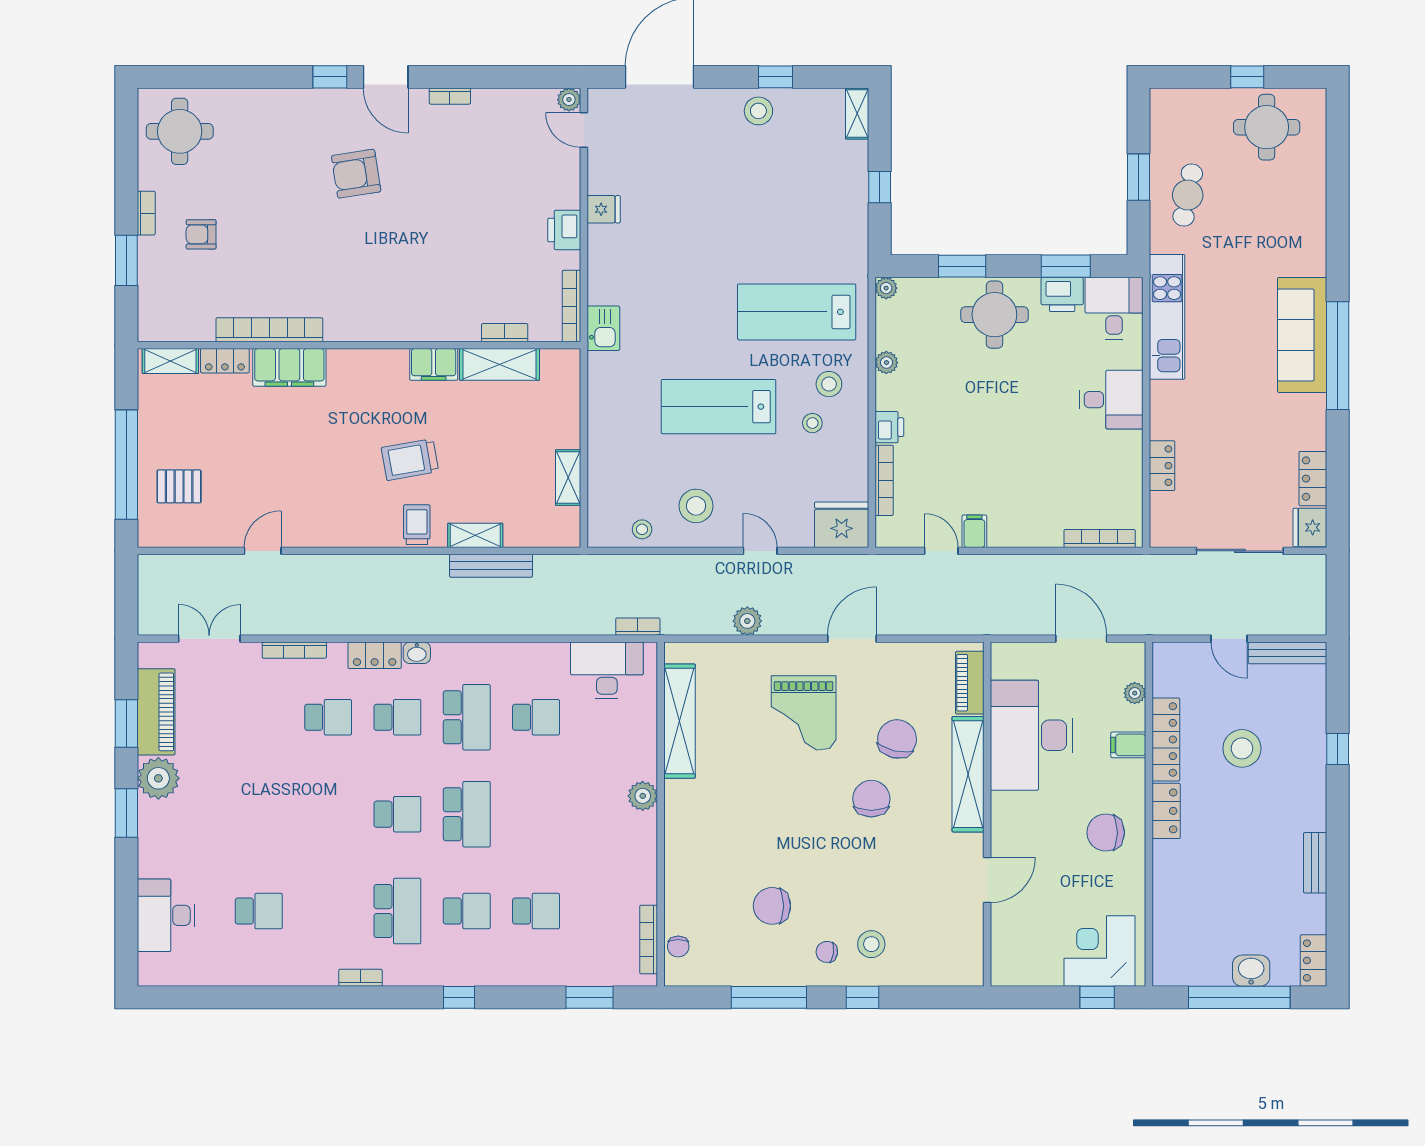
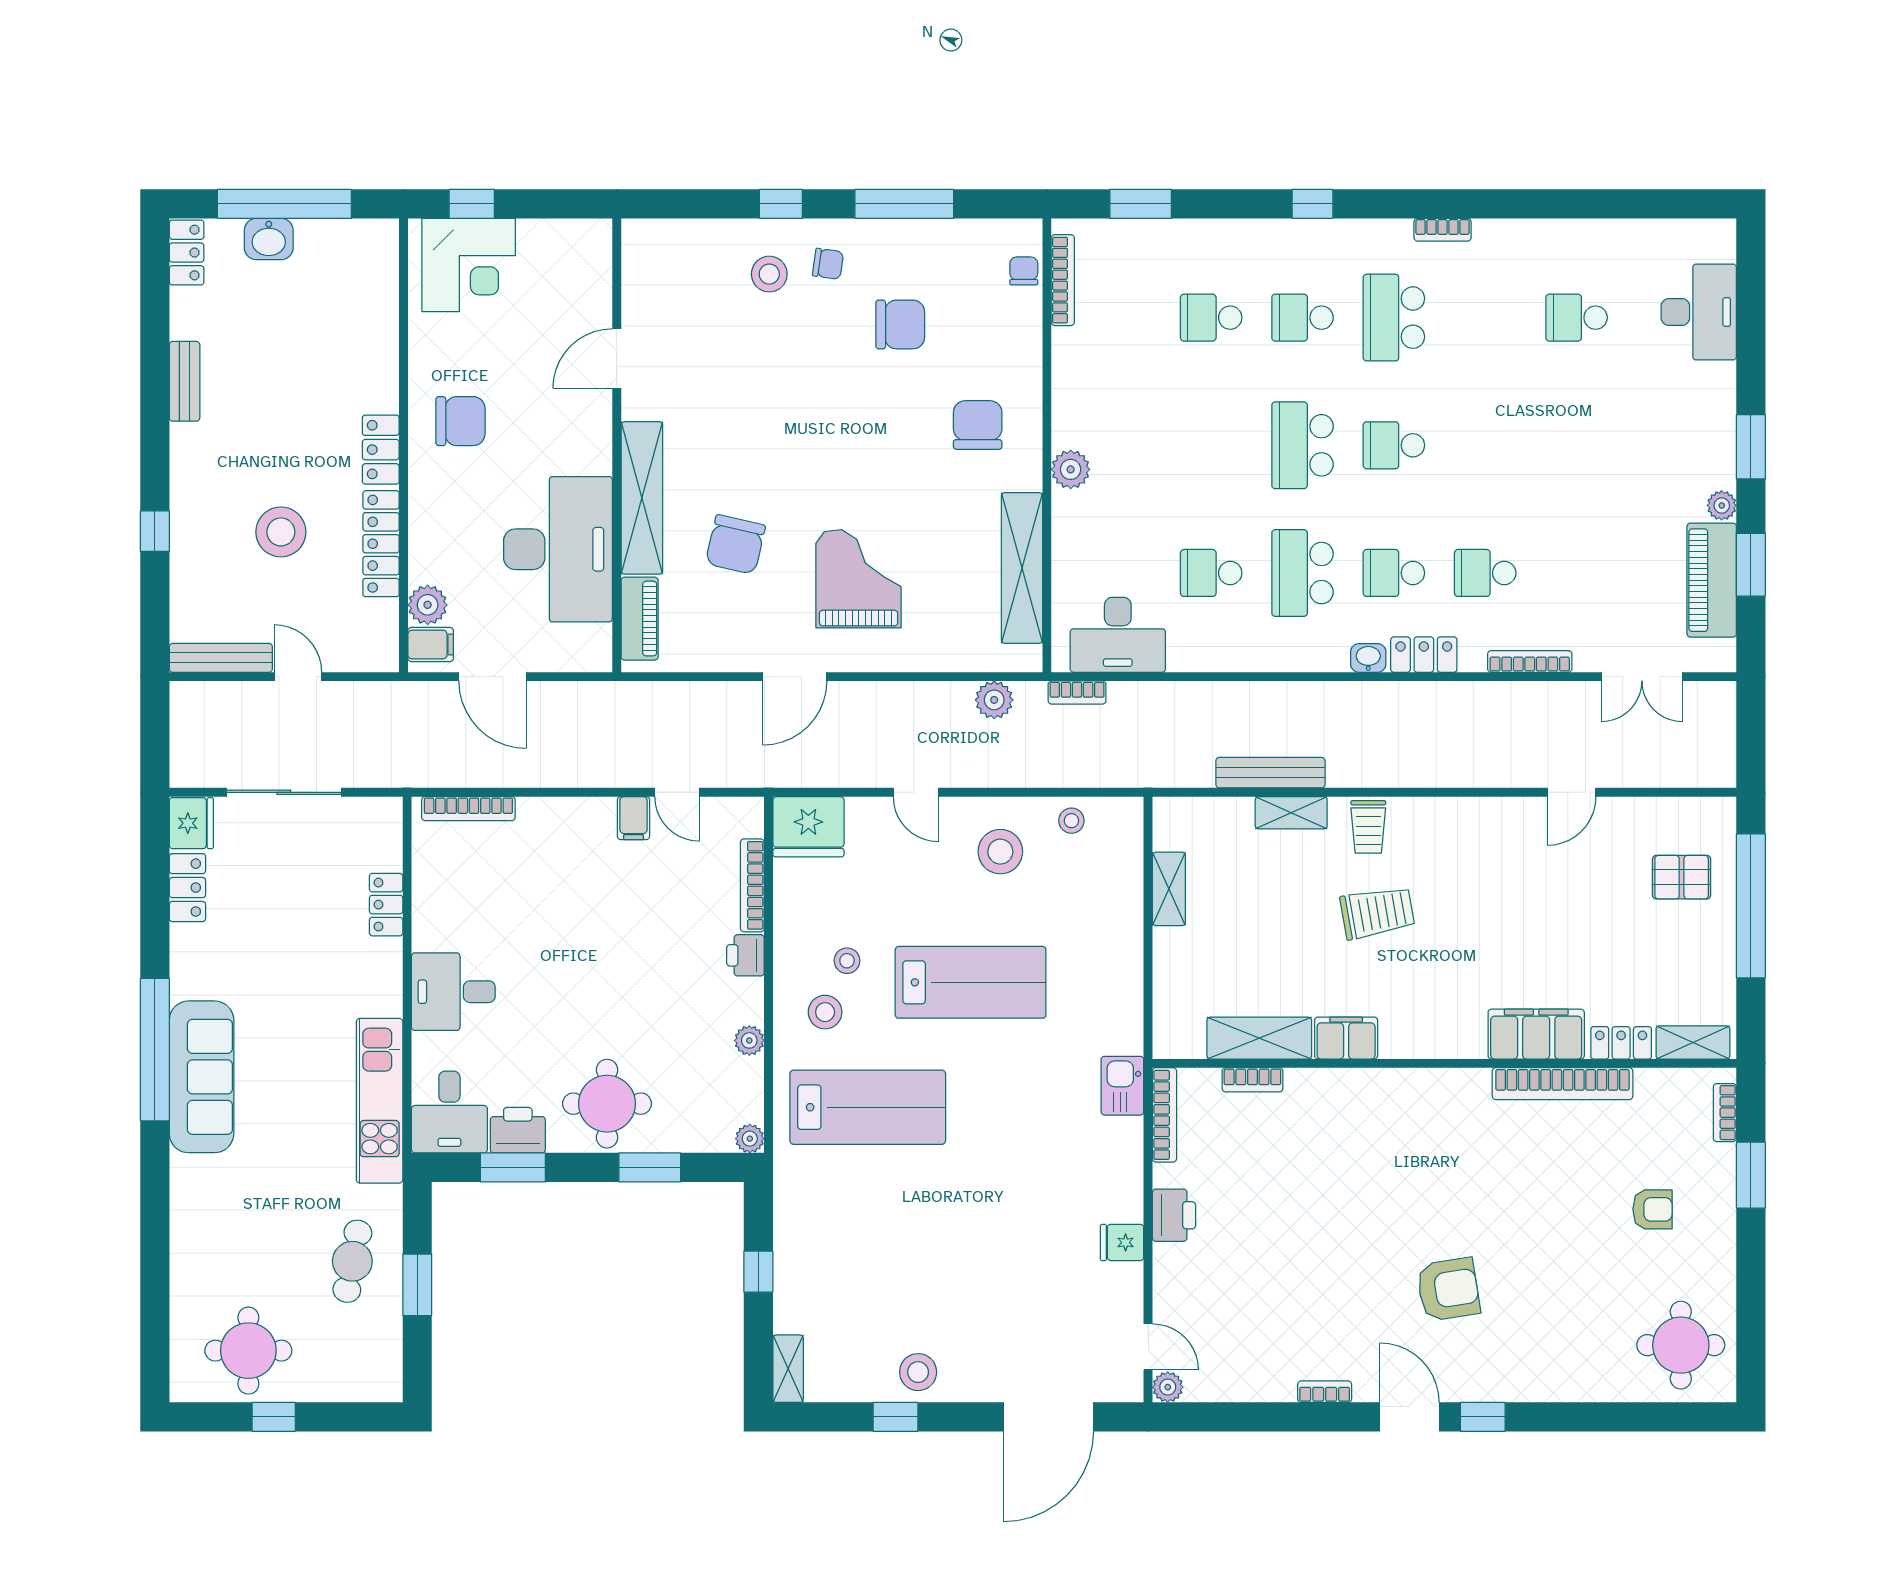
bookcase: (146, 213) -> (1725, 1113), moved
plant: (747, 621) -> (994, 700), moved
plant: (1135, 693) -> (428, 605), width x1.38, depth x1.38
filing cabinet: (1128, 745) -> (431, 645), moved
plant: (158, 778) -> (1722, 505), width x0.53, depth x0.53
chair: (871, 799) -> (978, 425), moved, turned 180

